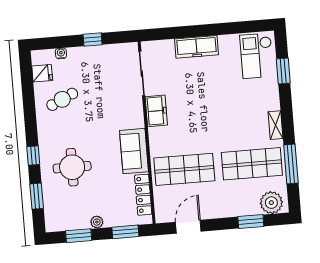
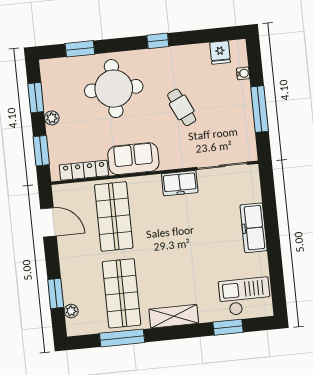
window: (93, 40) -> (260, 109), width x2.17
cafe table: (62, 99) -> (182, 107), moved
shelving: (276, 125) -> (174, 316), width x1.50, depth x1.33
window: (33, 156) -> (158, 41), moved
round table: (72, 167) -> (114, 89), width x1.36, depth x1.36
plant: (271, 203) -> (71, 311), width x0.53, depth x0.53

